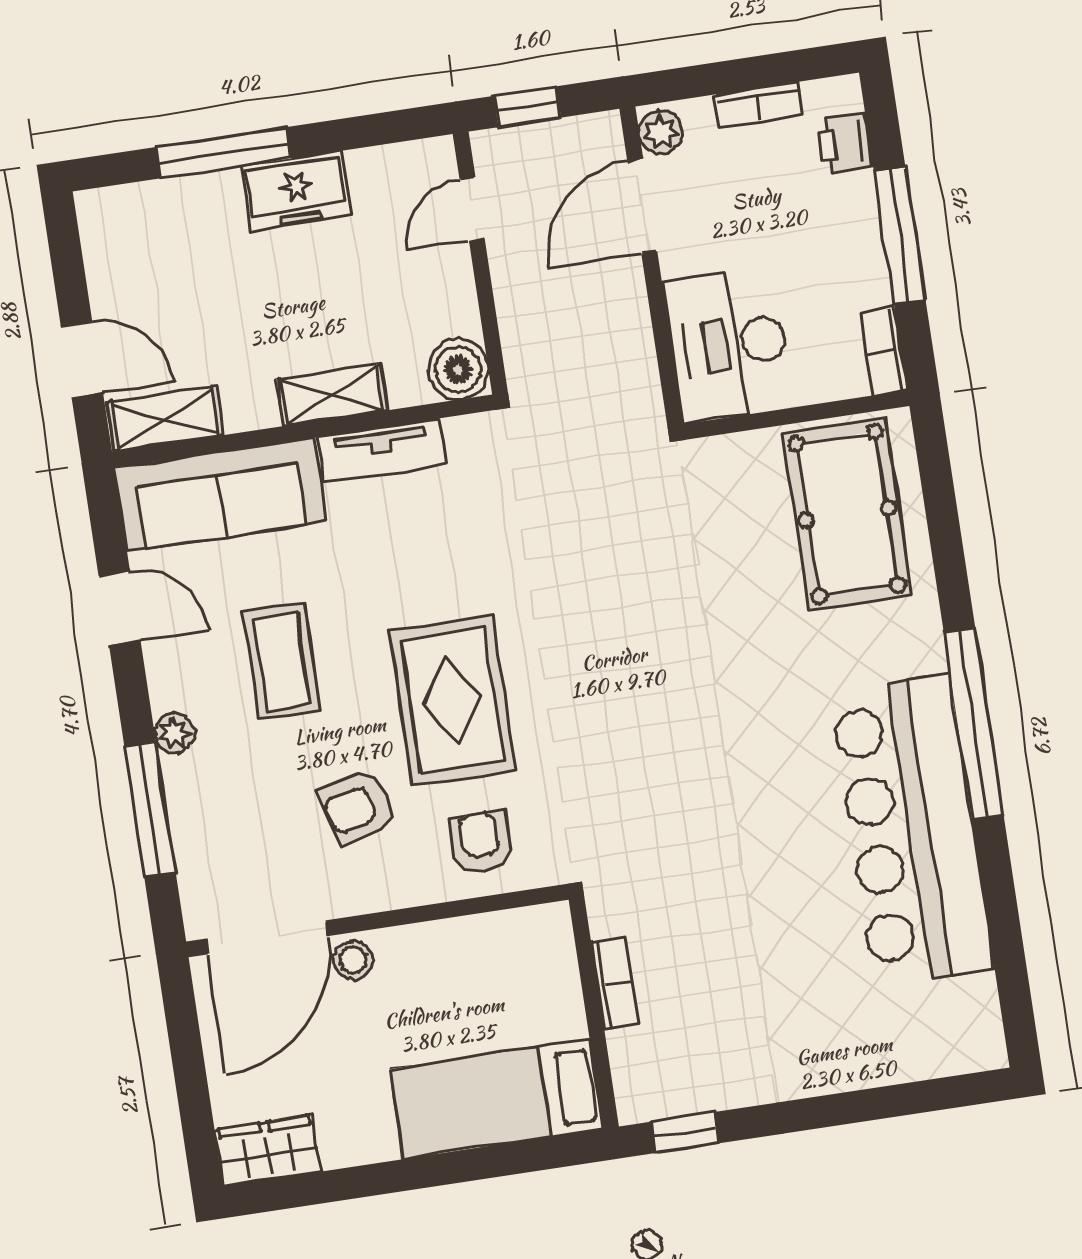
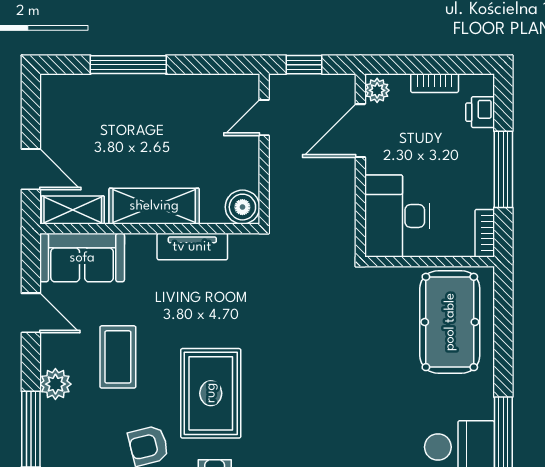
freezer: (296, 191) -> (166, 93), removed
shelving: (332, 395) -> (154, 206), width x1.50, depth x1.33
sofa: (220, 495) -> (82, 258), width x0.73
plant: (175, 733) -> (55, 384), width x1.38, depth x1.38

